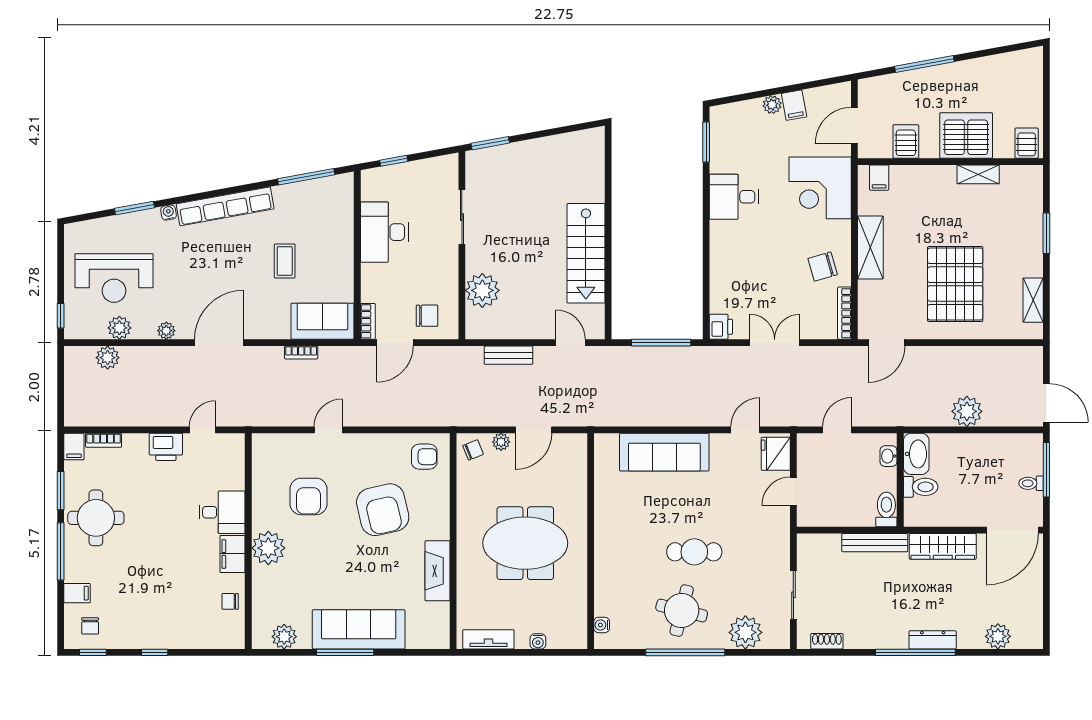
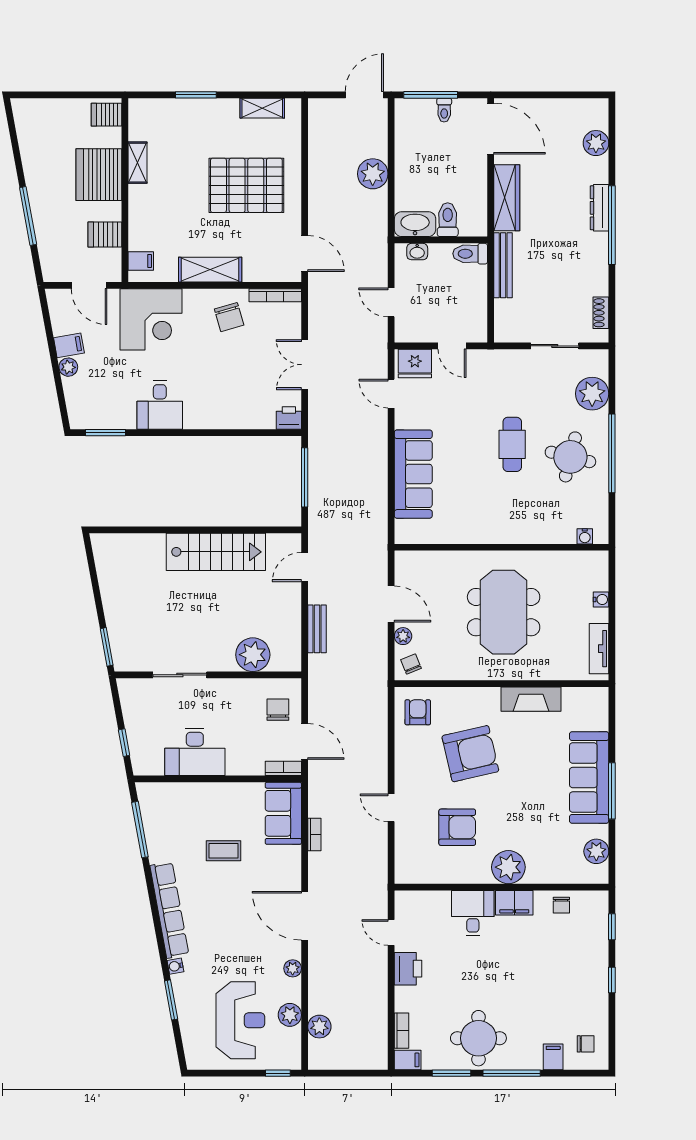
window: (93, 652) -> (612, 927), moved

